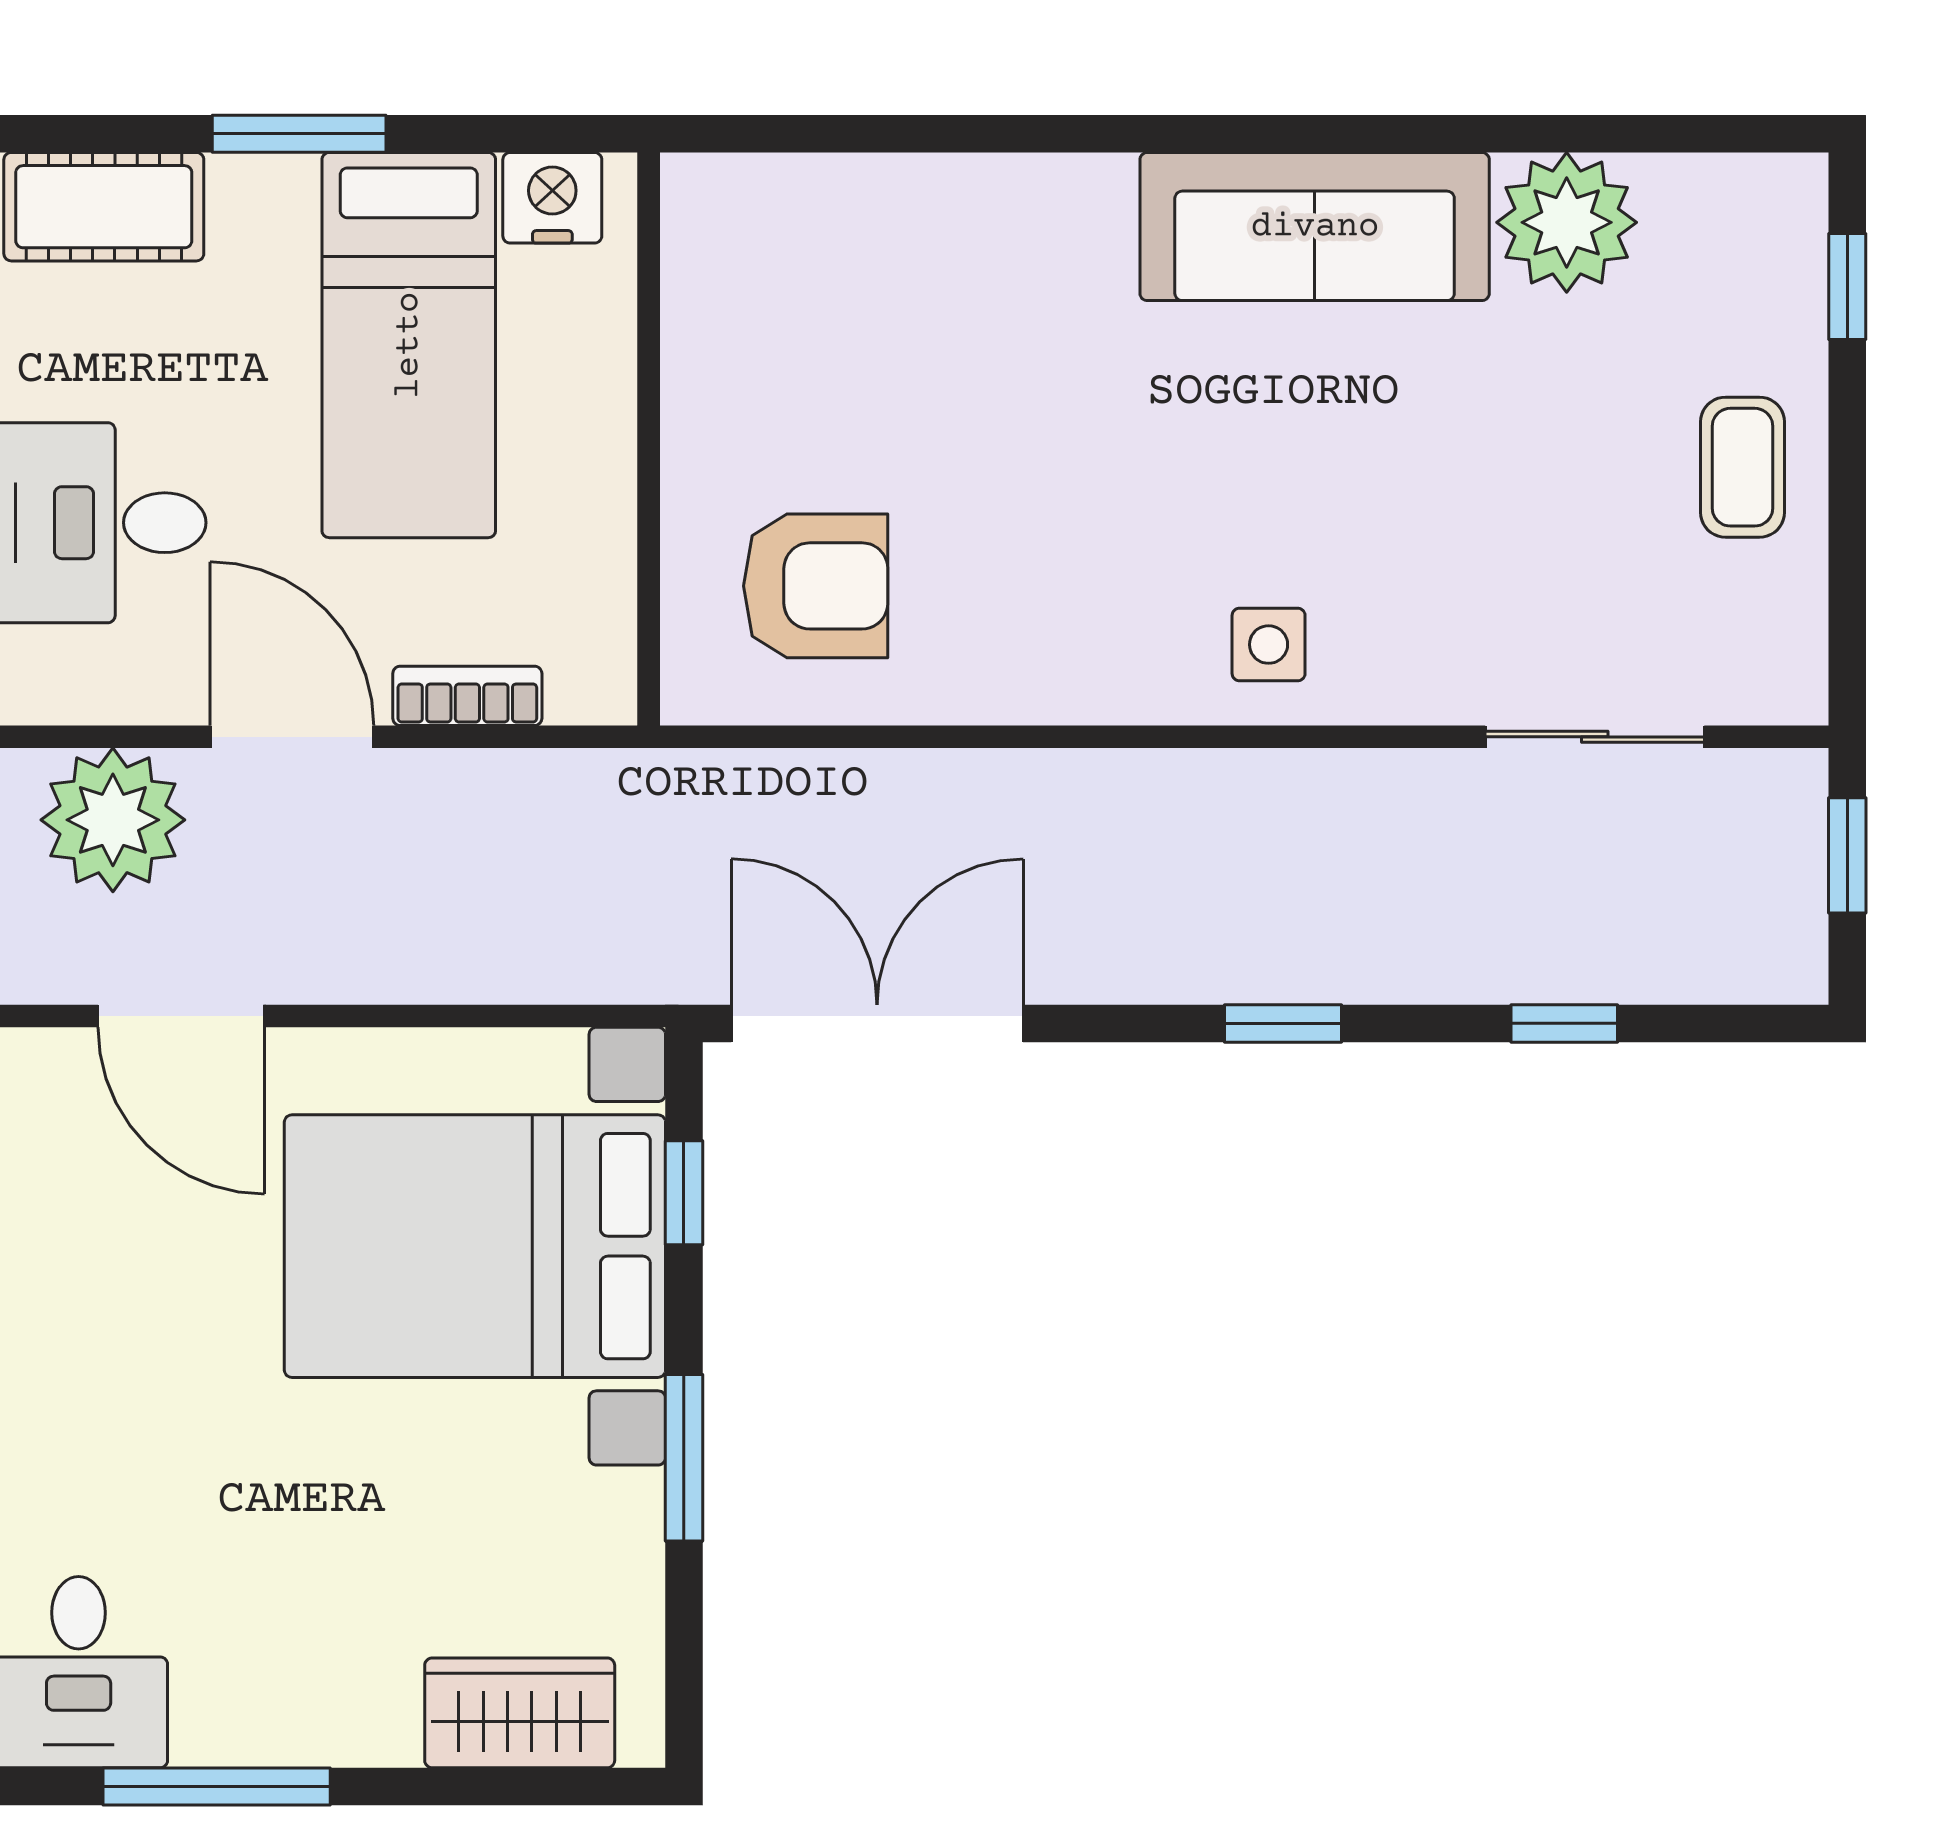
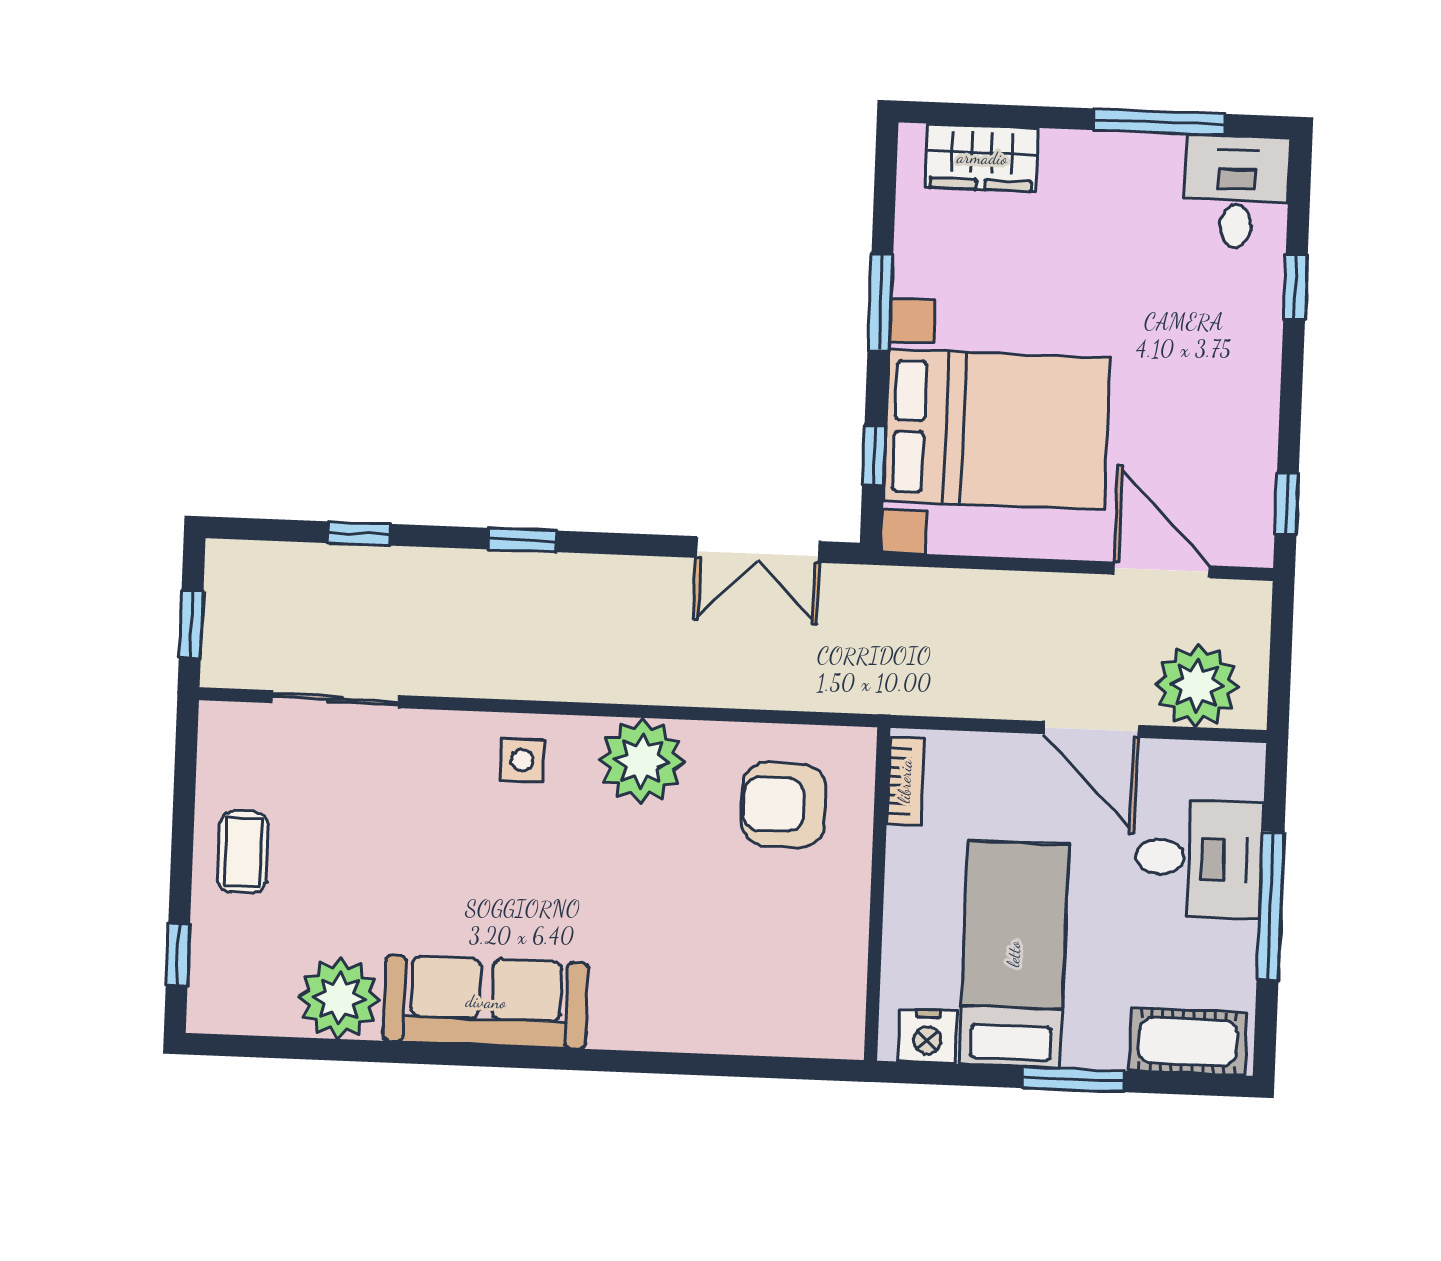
plant: (1063, 652) -> (642, 761), added
bookcase: (467, 696) -> (905, 781), moved, turned -90
double door: (877, 1023) -> (758, 549), width x0.73

